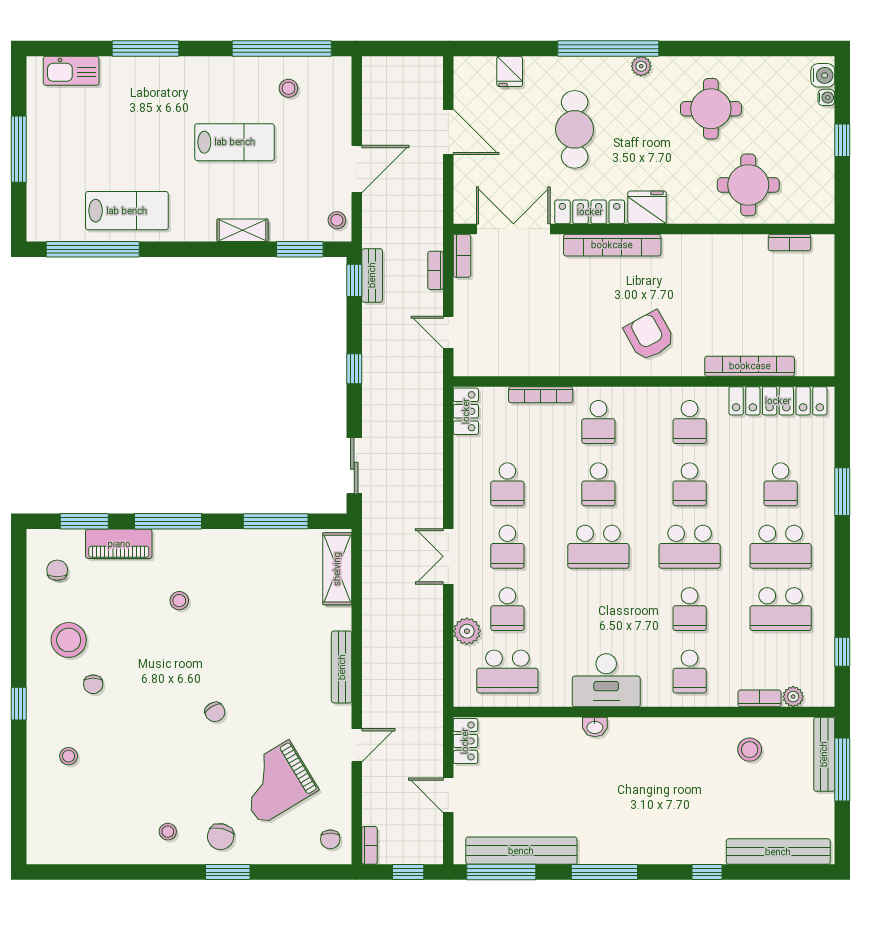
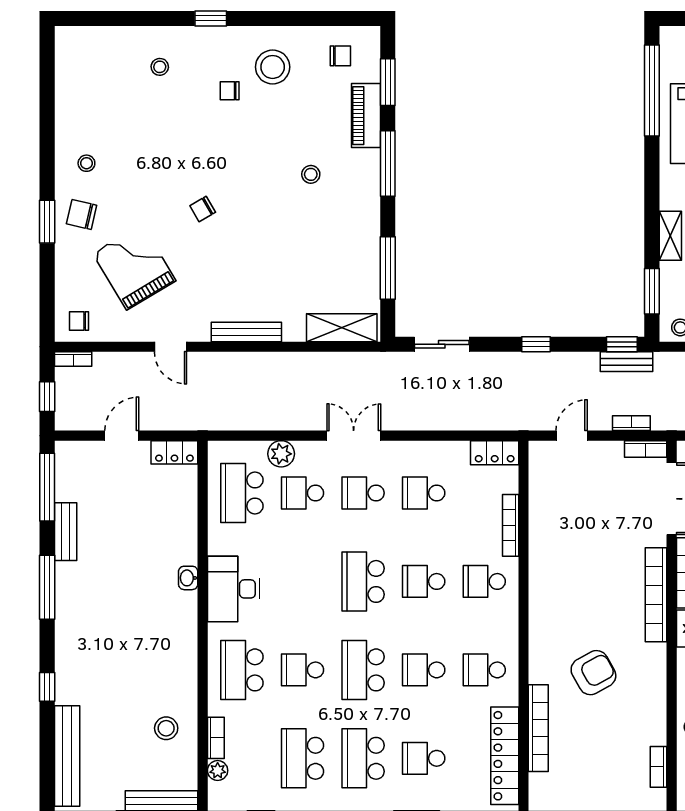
armchair: (649, 336) -> (593, 673), moved
school desk: (690, 672) -> (242, 670), width x1.85
bench: (521, 851) -> (66, 532), width x0.54, depth x0.82

